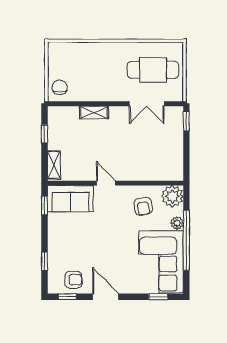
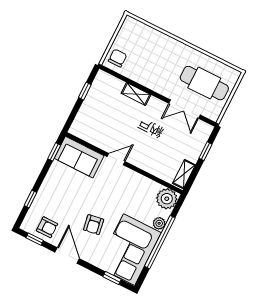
window: (186, 121) -> (206, 151), moved
shelving: (54, 165) -> (184, 174), moved
door: (106, 183) -> (116, 159), hinge flipped
armchair: (143, 206) -> (94, 225), moved

